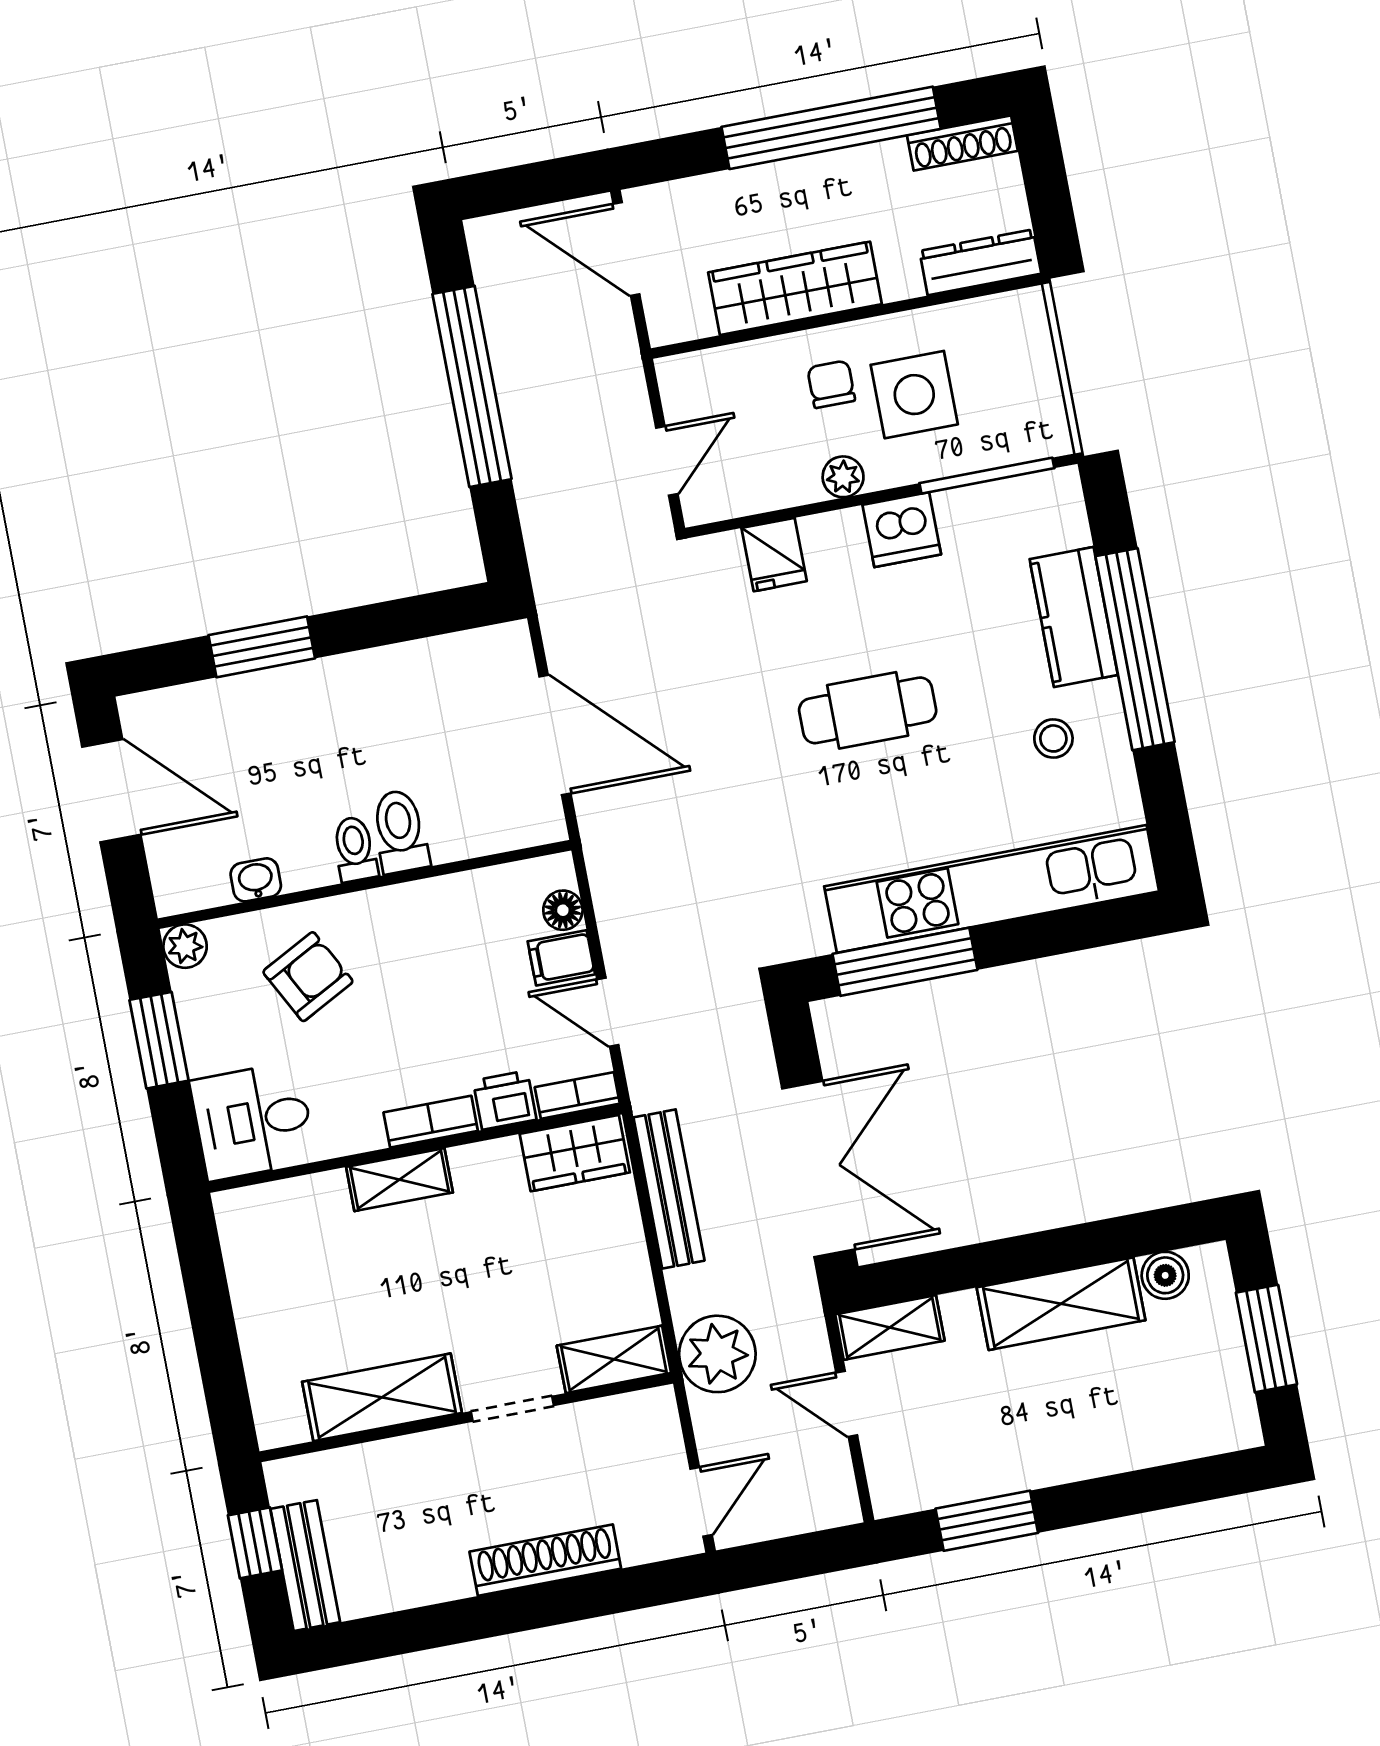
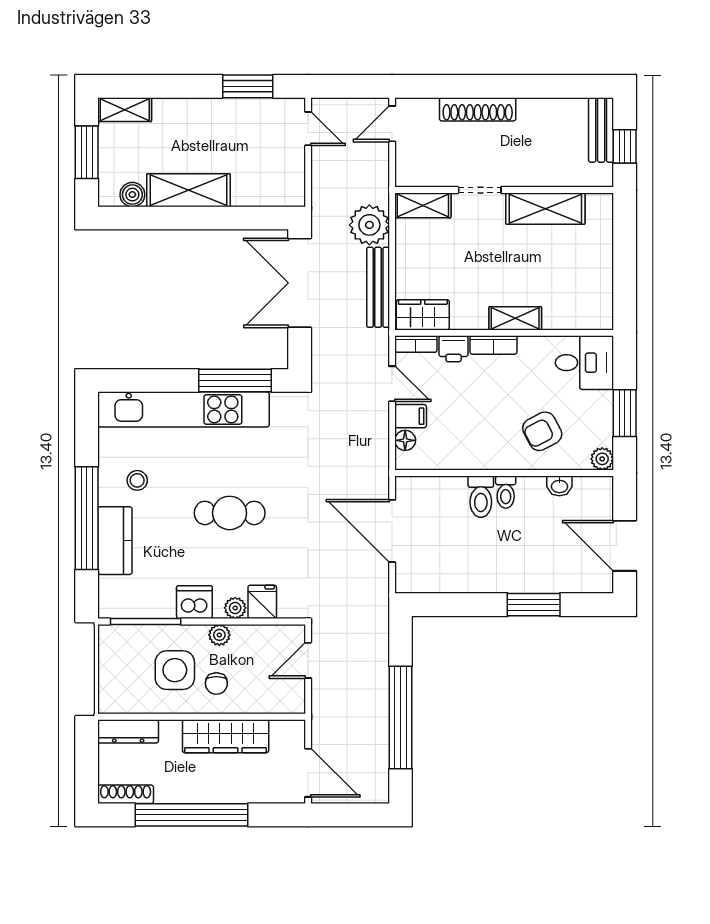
plant: (823, 533) -> (235, 608), added
shelving: (890, 1327) -> (125, 110), moved
plant: (717, 1354) -> (369, 225), moved
door: (847, 1404) -> (308, 129), moved

